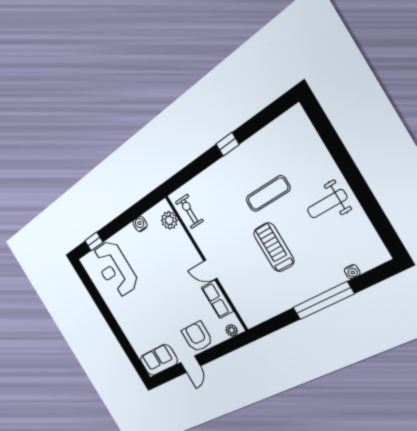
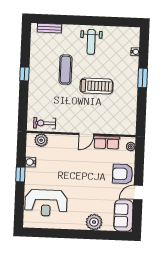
bench: (309, 133) -> (49, 28), added
window: (94, 241) -> (20, 174), moved
treadmill: (274, 247) -> (96, 86), turned 180
window: (323, 301) -> (143, 78), width x0.47
plant: (133, 332) -> (94, 222), added
door: (190, 364) -> (138, 193), swing flipped

